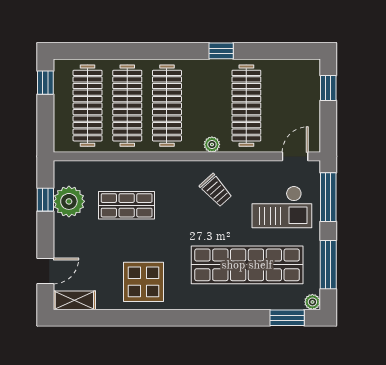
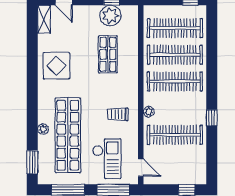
trolley: (216, 190) -> (118, 114), turned 42
checkout: (282, 207) -> (107, 159), turned 180
plant: (312, 302) -> (43, 129), moved

